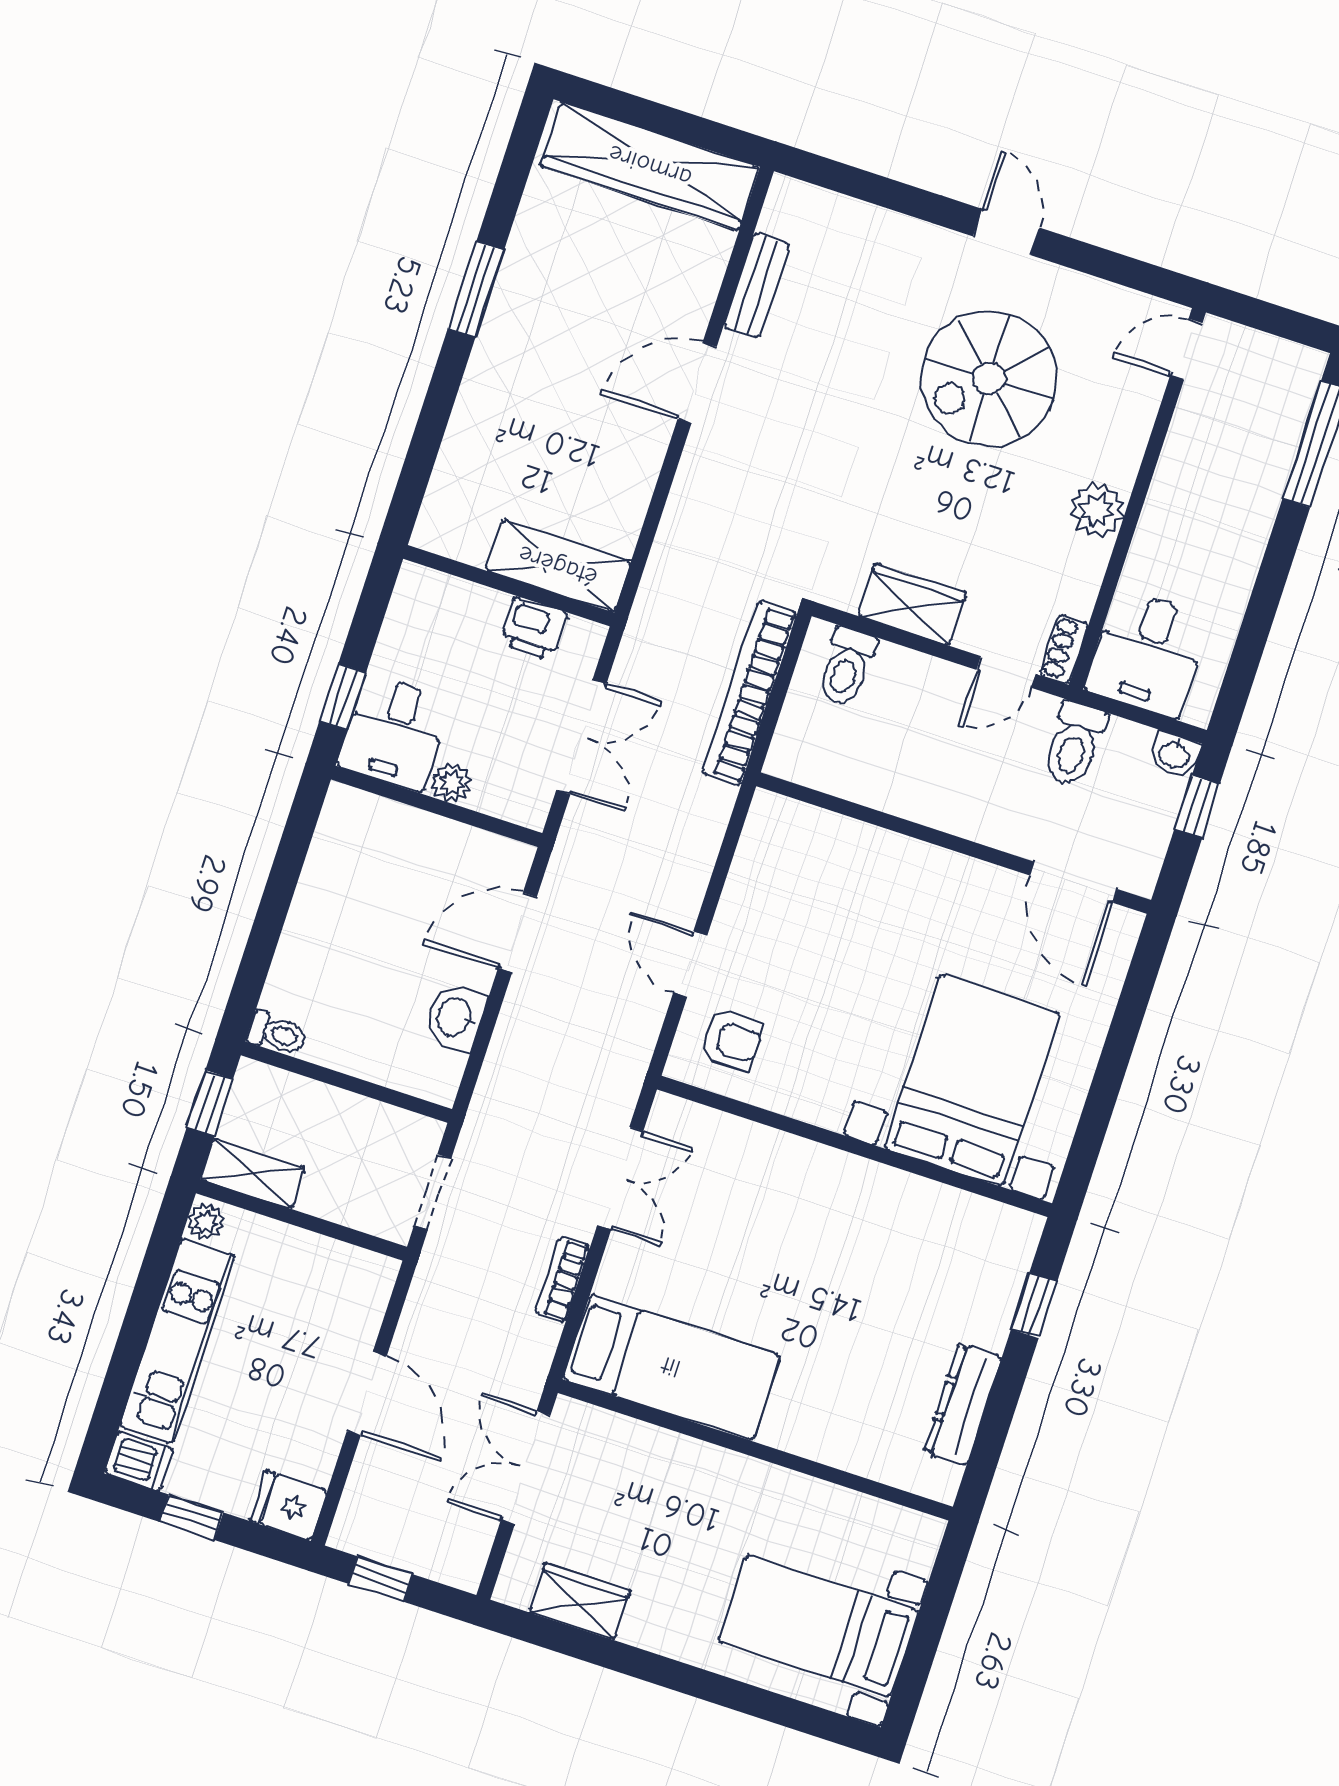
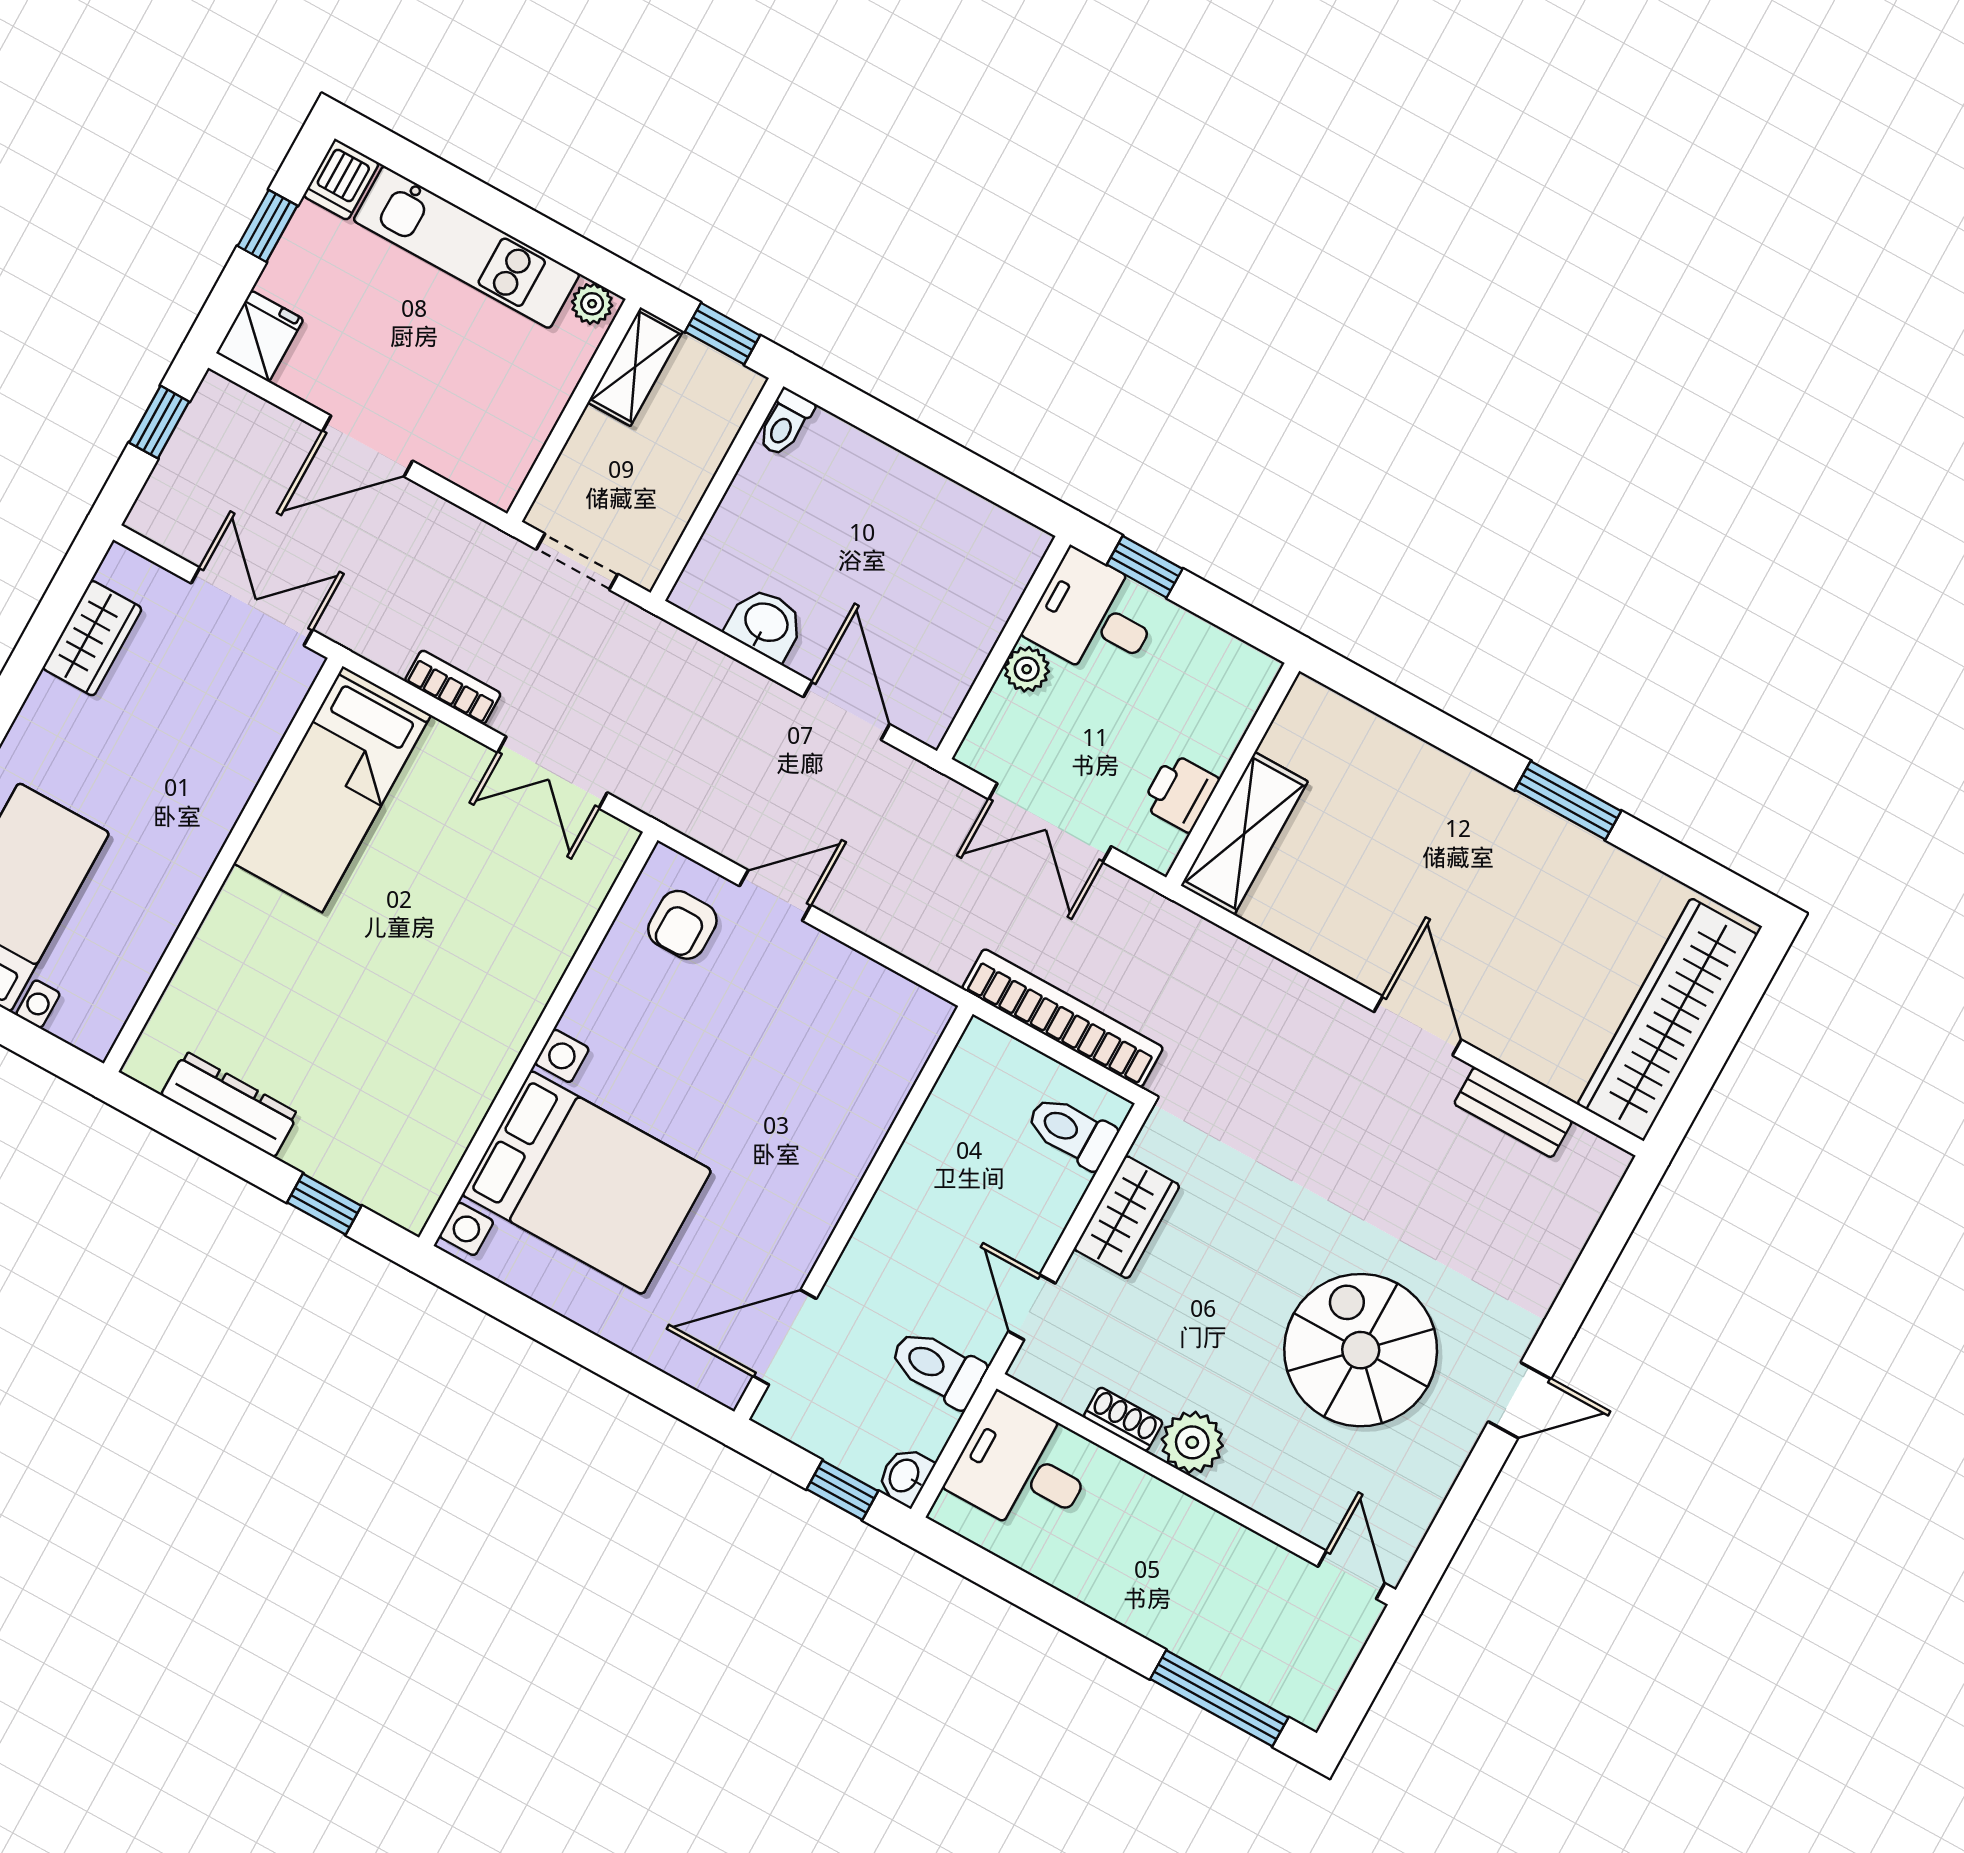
shoe rack: (1064, 649) -> (1123, 1419), moved

